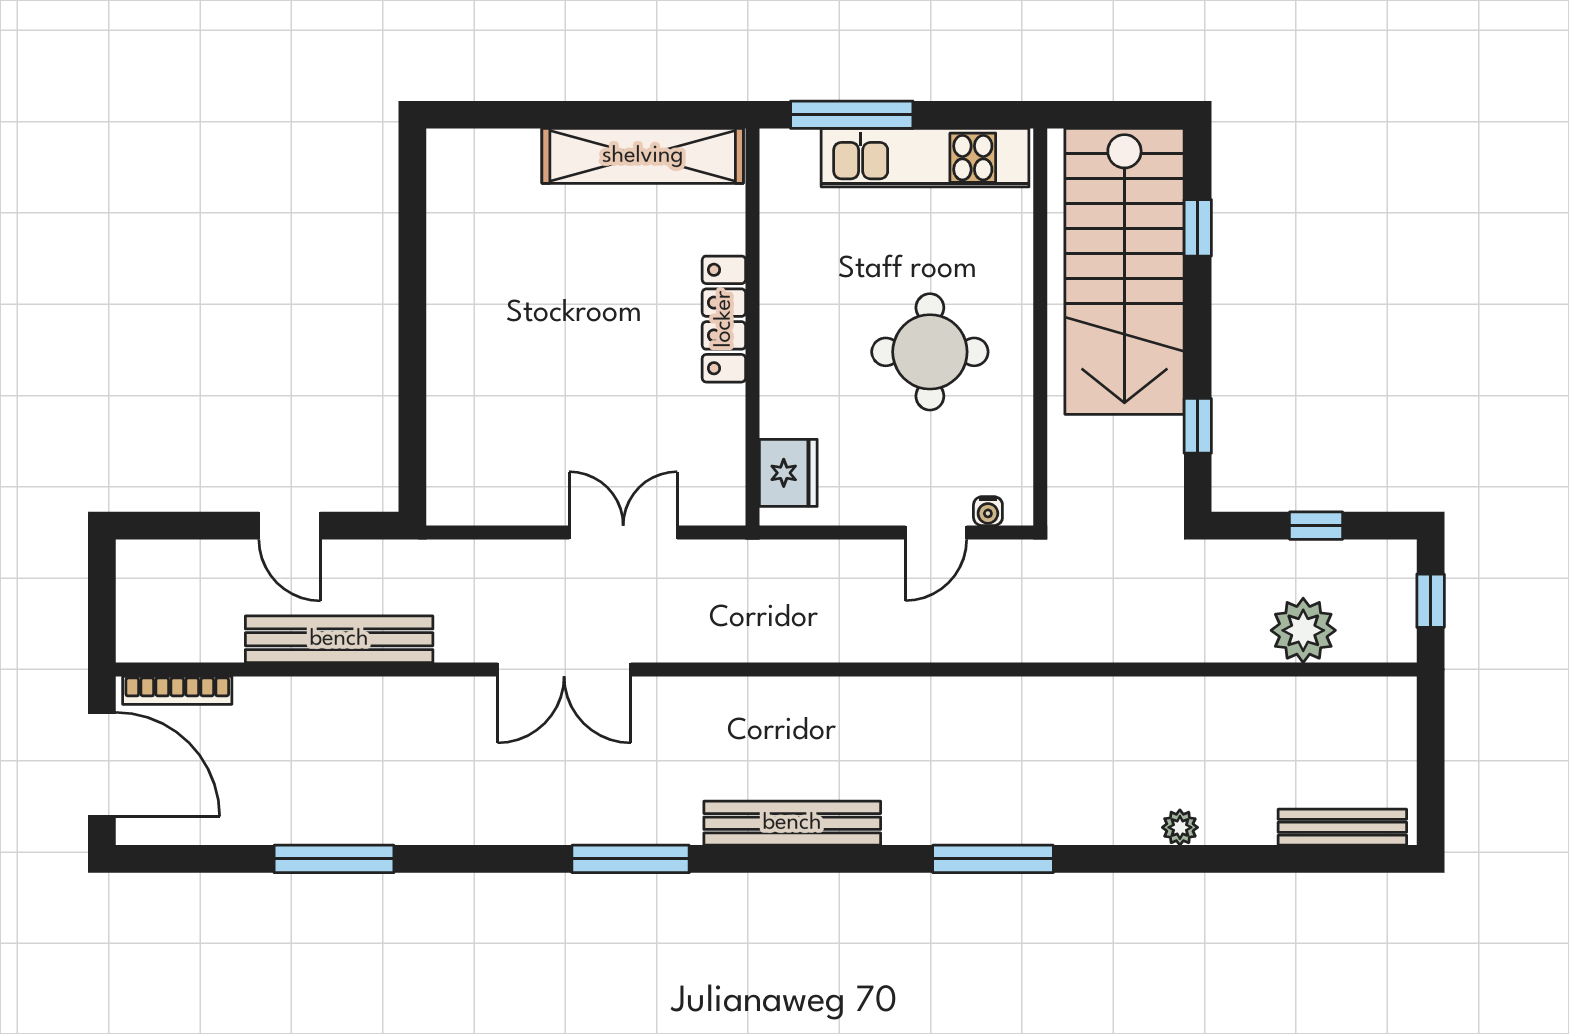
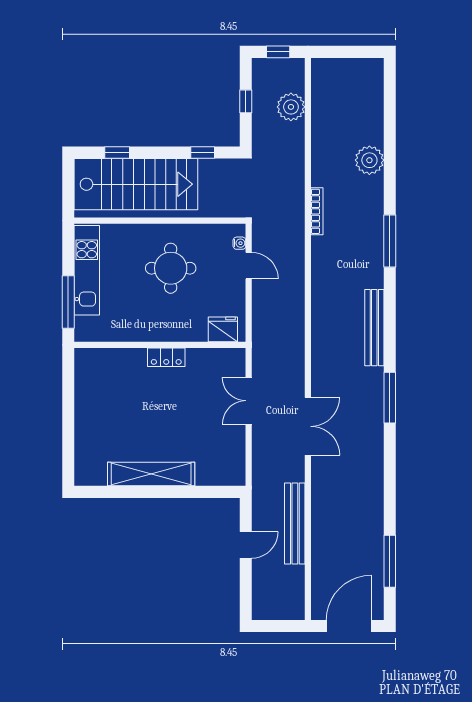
shelving: (643, 156) -> (151, 474), moved, turned 90
locker: (724, 319) -> (166, 357), width x0.66
bookcase: (177, 690) -> (317, 211), moved
plant: (1180, 827) -> (369, 160), width x1.88, depth x1.88
bench: (1342, 827) -> (376, 90), removed
window: (334, 859) -> (390, 561), moved

